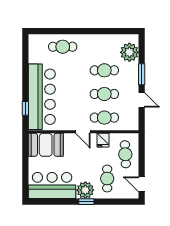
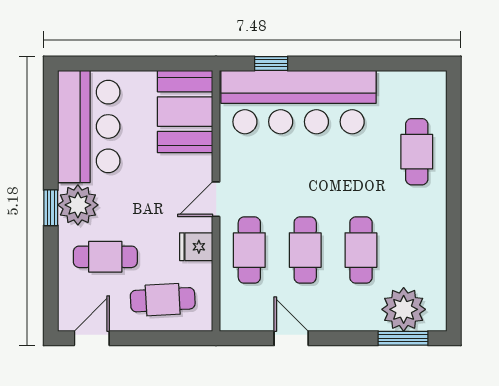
window: (142, 74) -> (403, 338), moved
door: (142, 100) -> (291, 338), swing flipped

